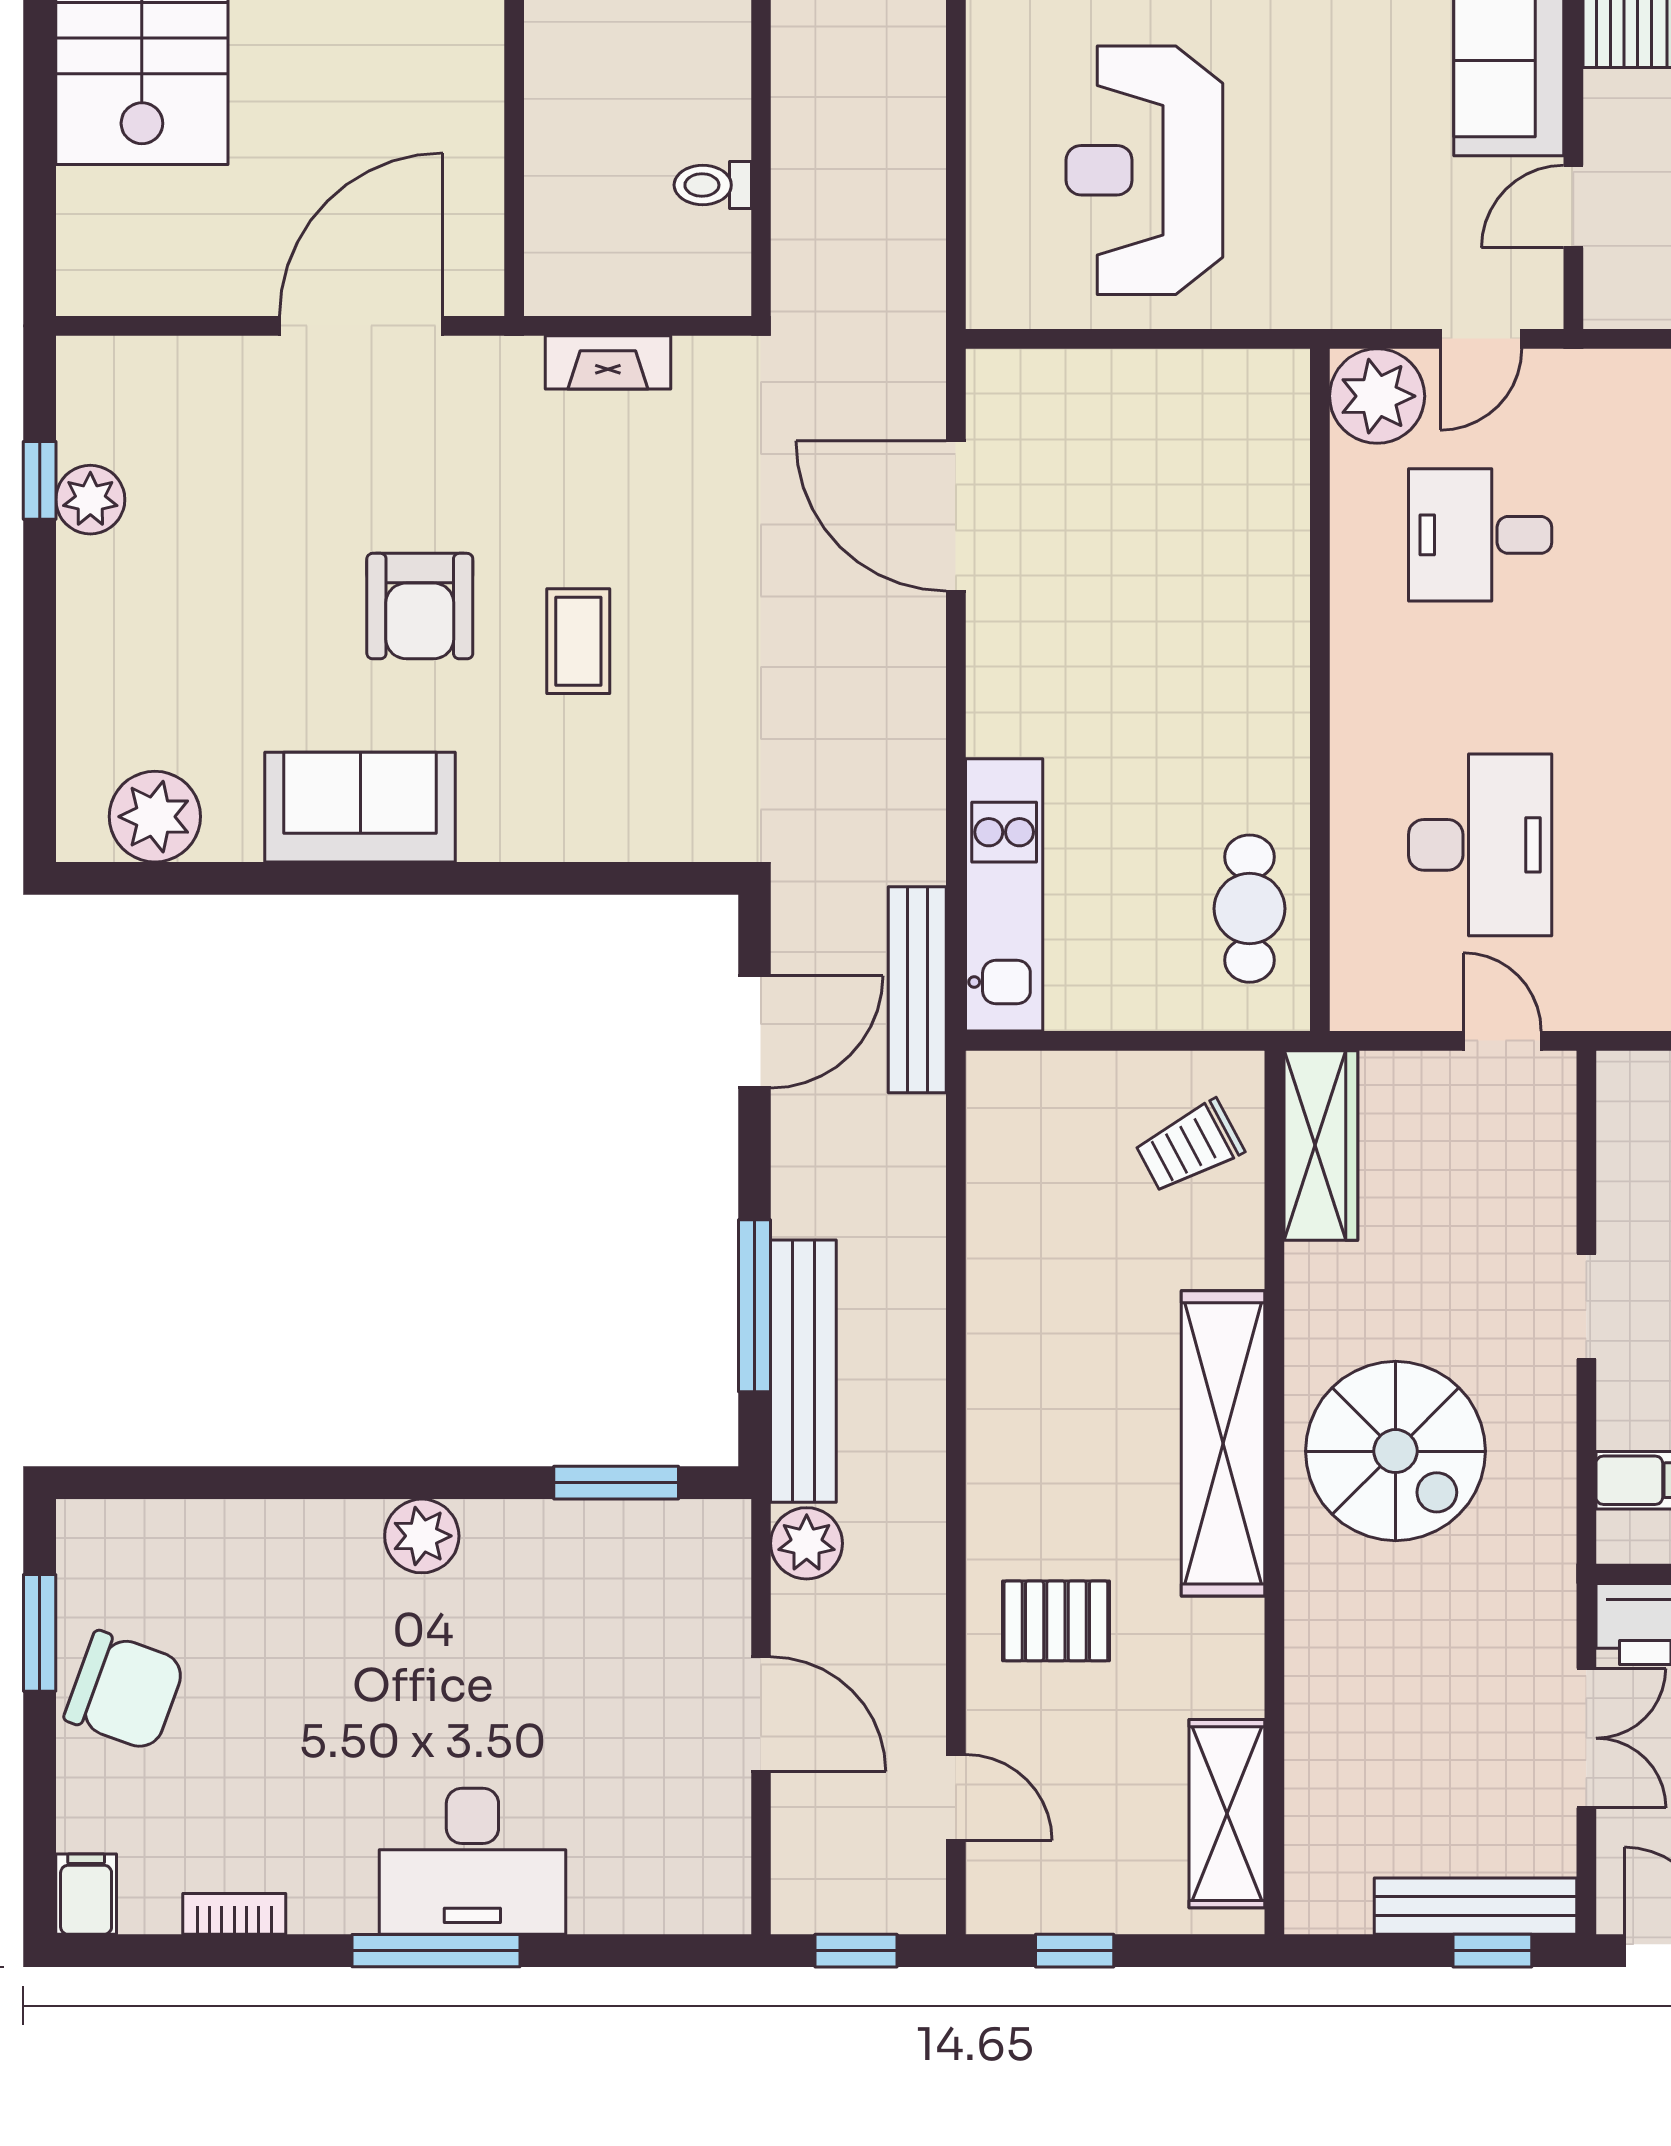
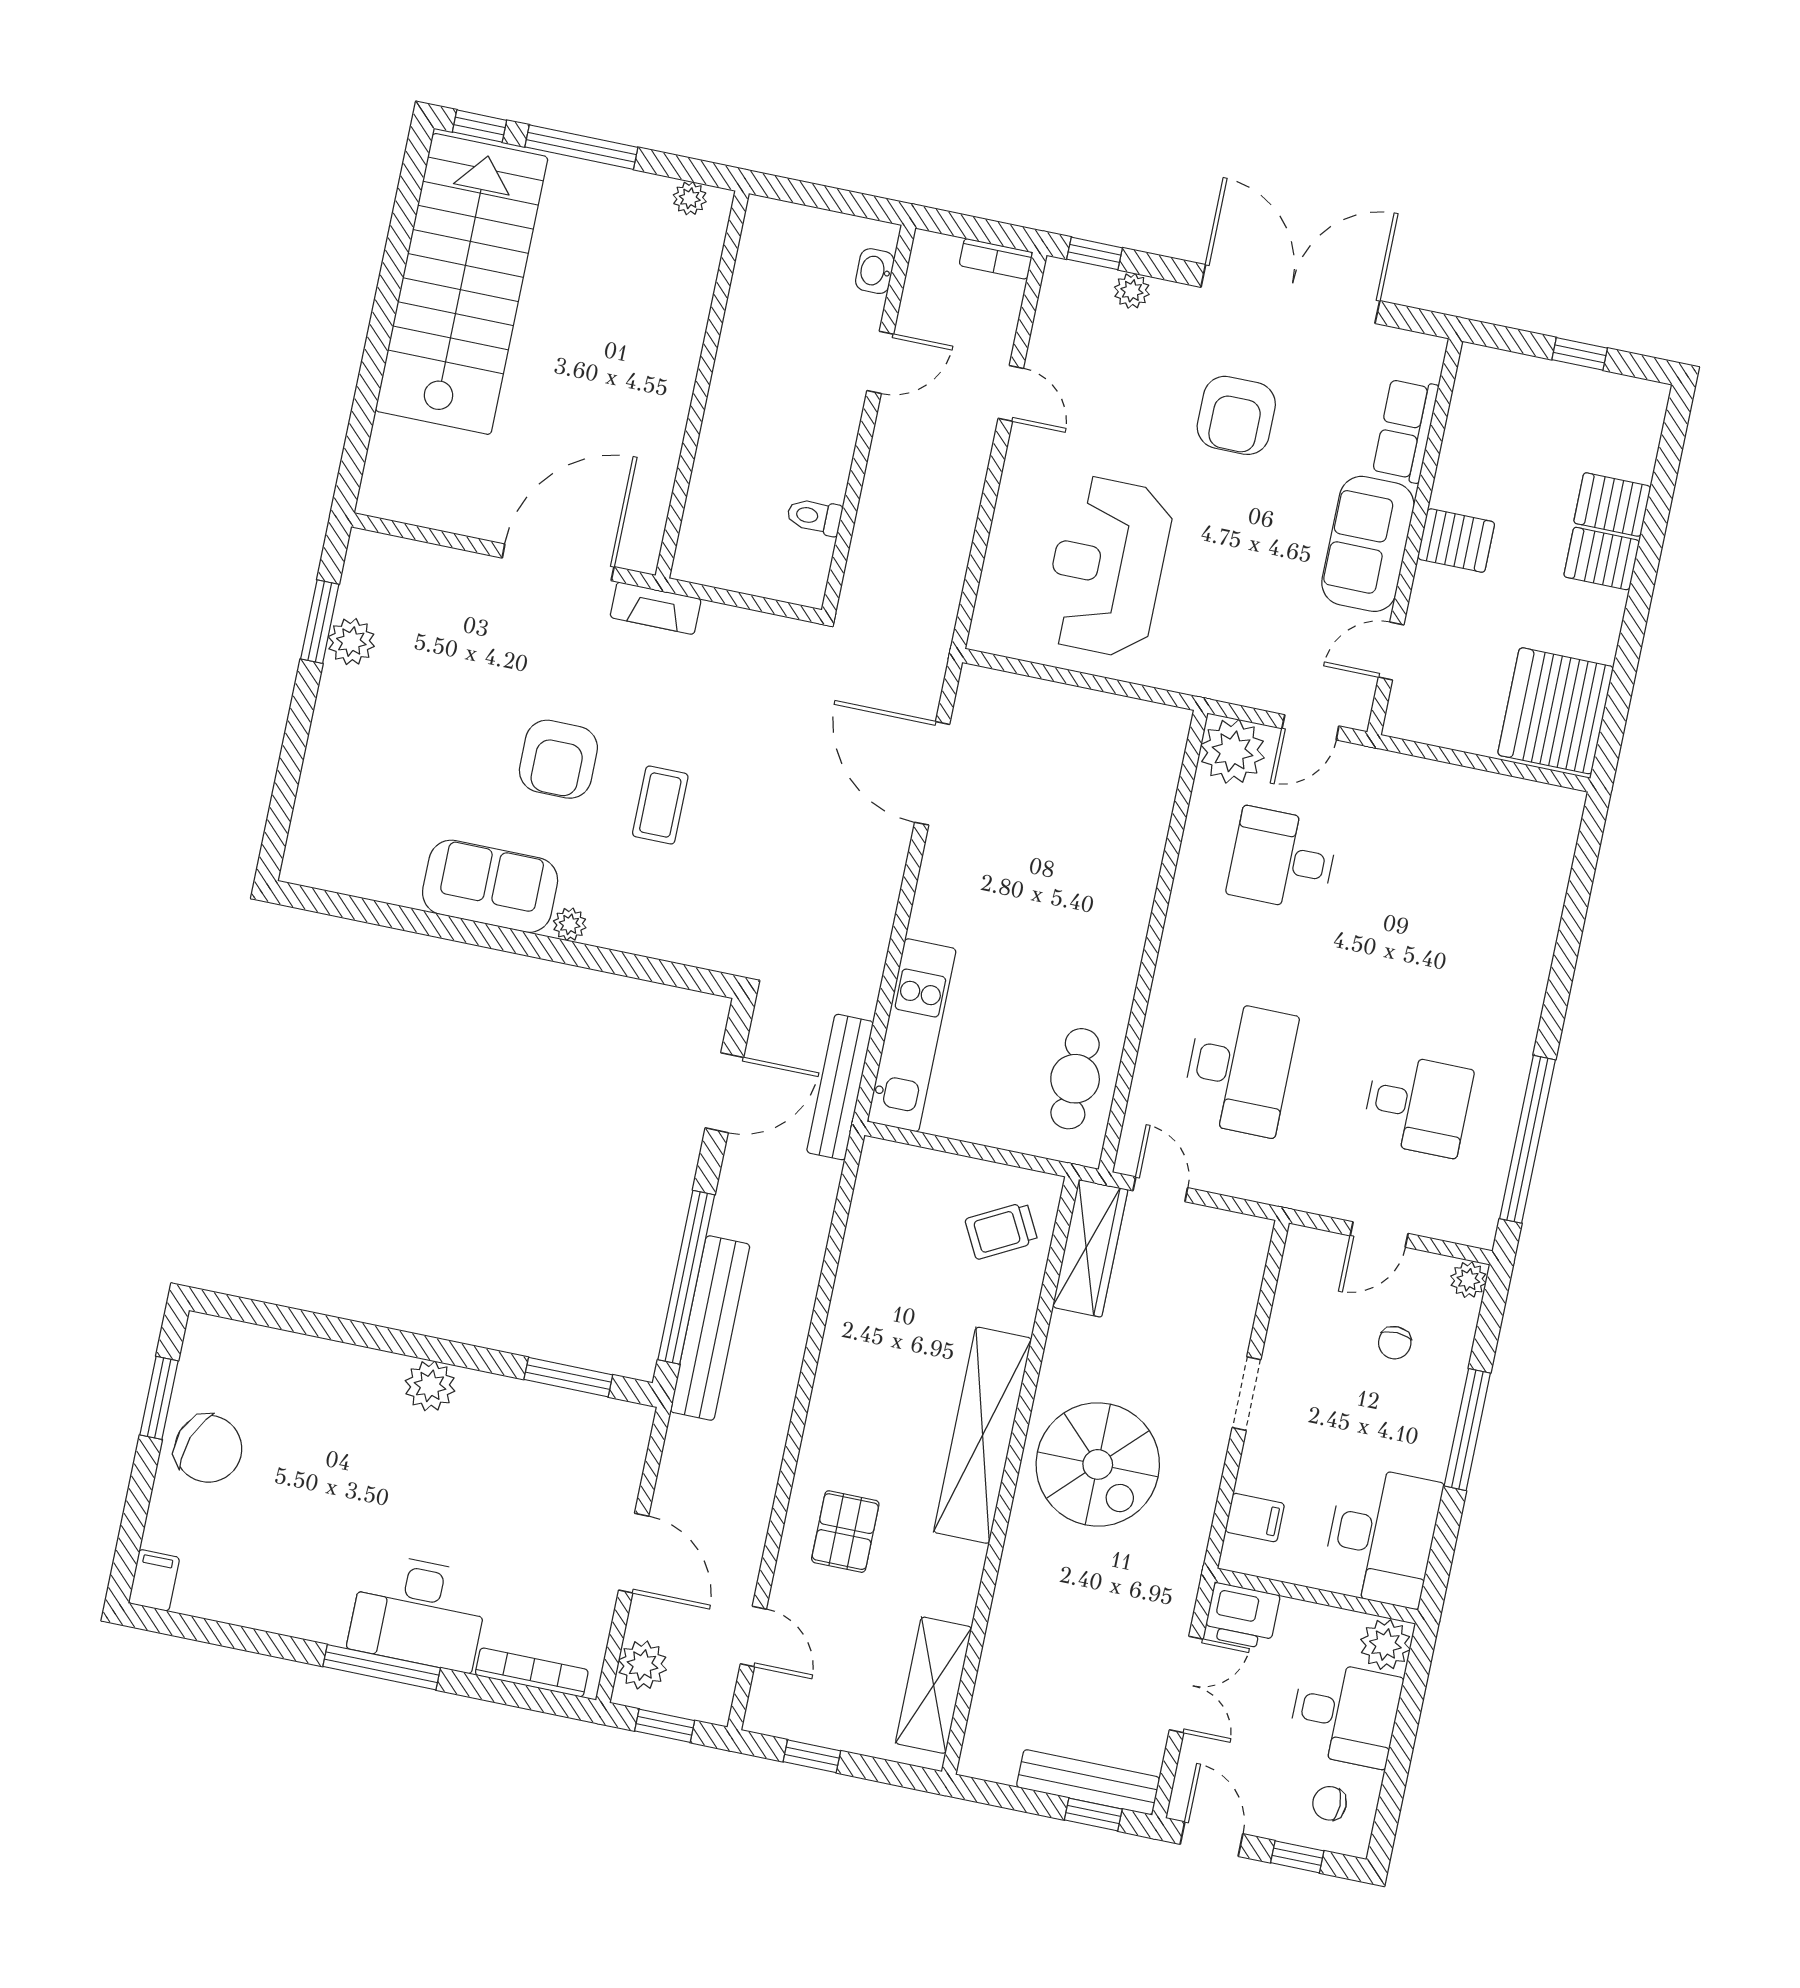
fireplace: (608, 362) -> (656, 608), moved
window: (40, 480) -> (320, 622), width x1.50
plant: (155, 817) -> (570, 924), moved, width x0.53, depth x0.53
door: (1502, 1041) -> (1160, 1189), moved
window: (754, 1306) -> (686, 1277), width x1.46
plant: (807, 1543) -> (642, 1665), moved
pallet: (1056, 1621) -> (845, 1532), turned 90
bookcase: (234, 1914) -> (532, 1672), moved, width x1.56

